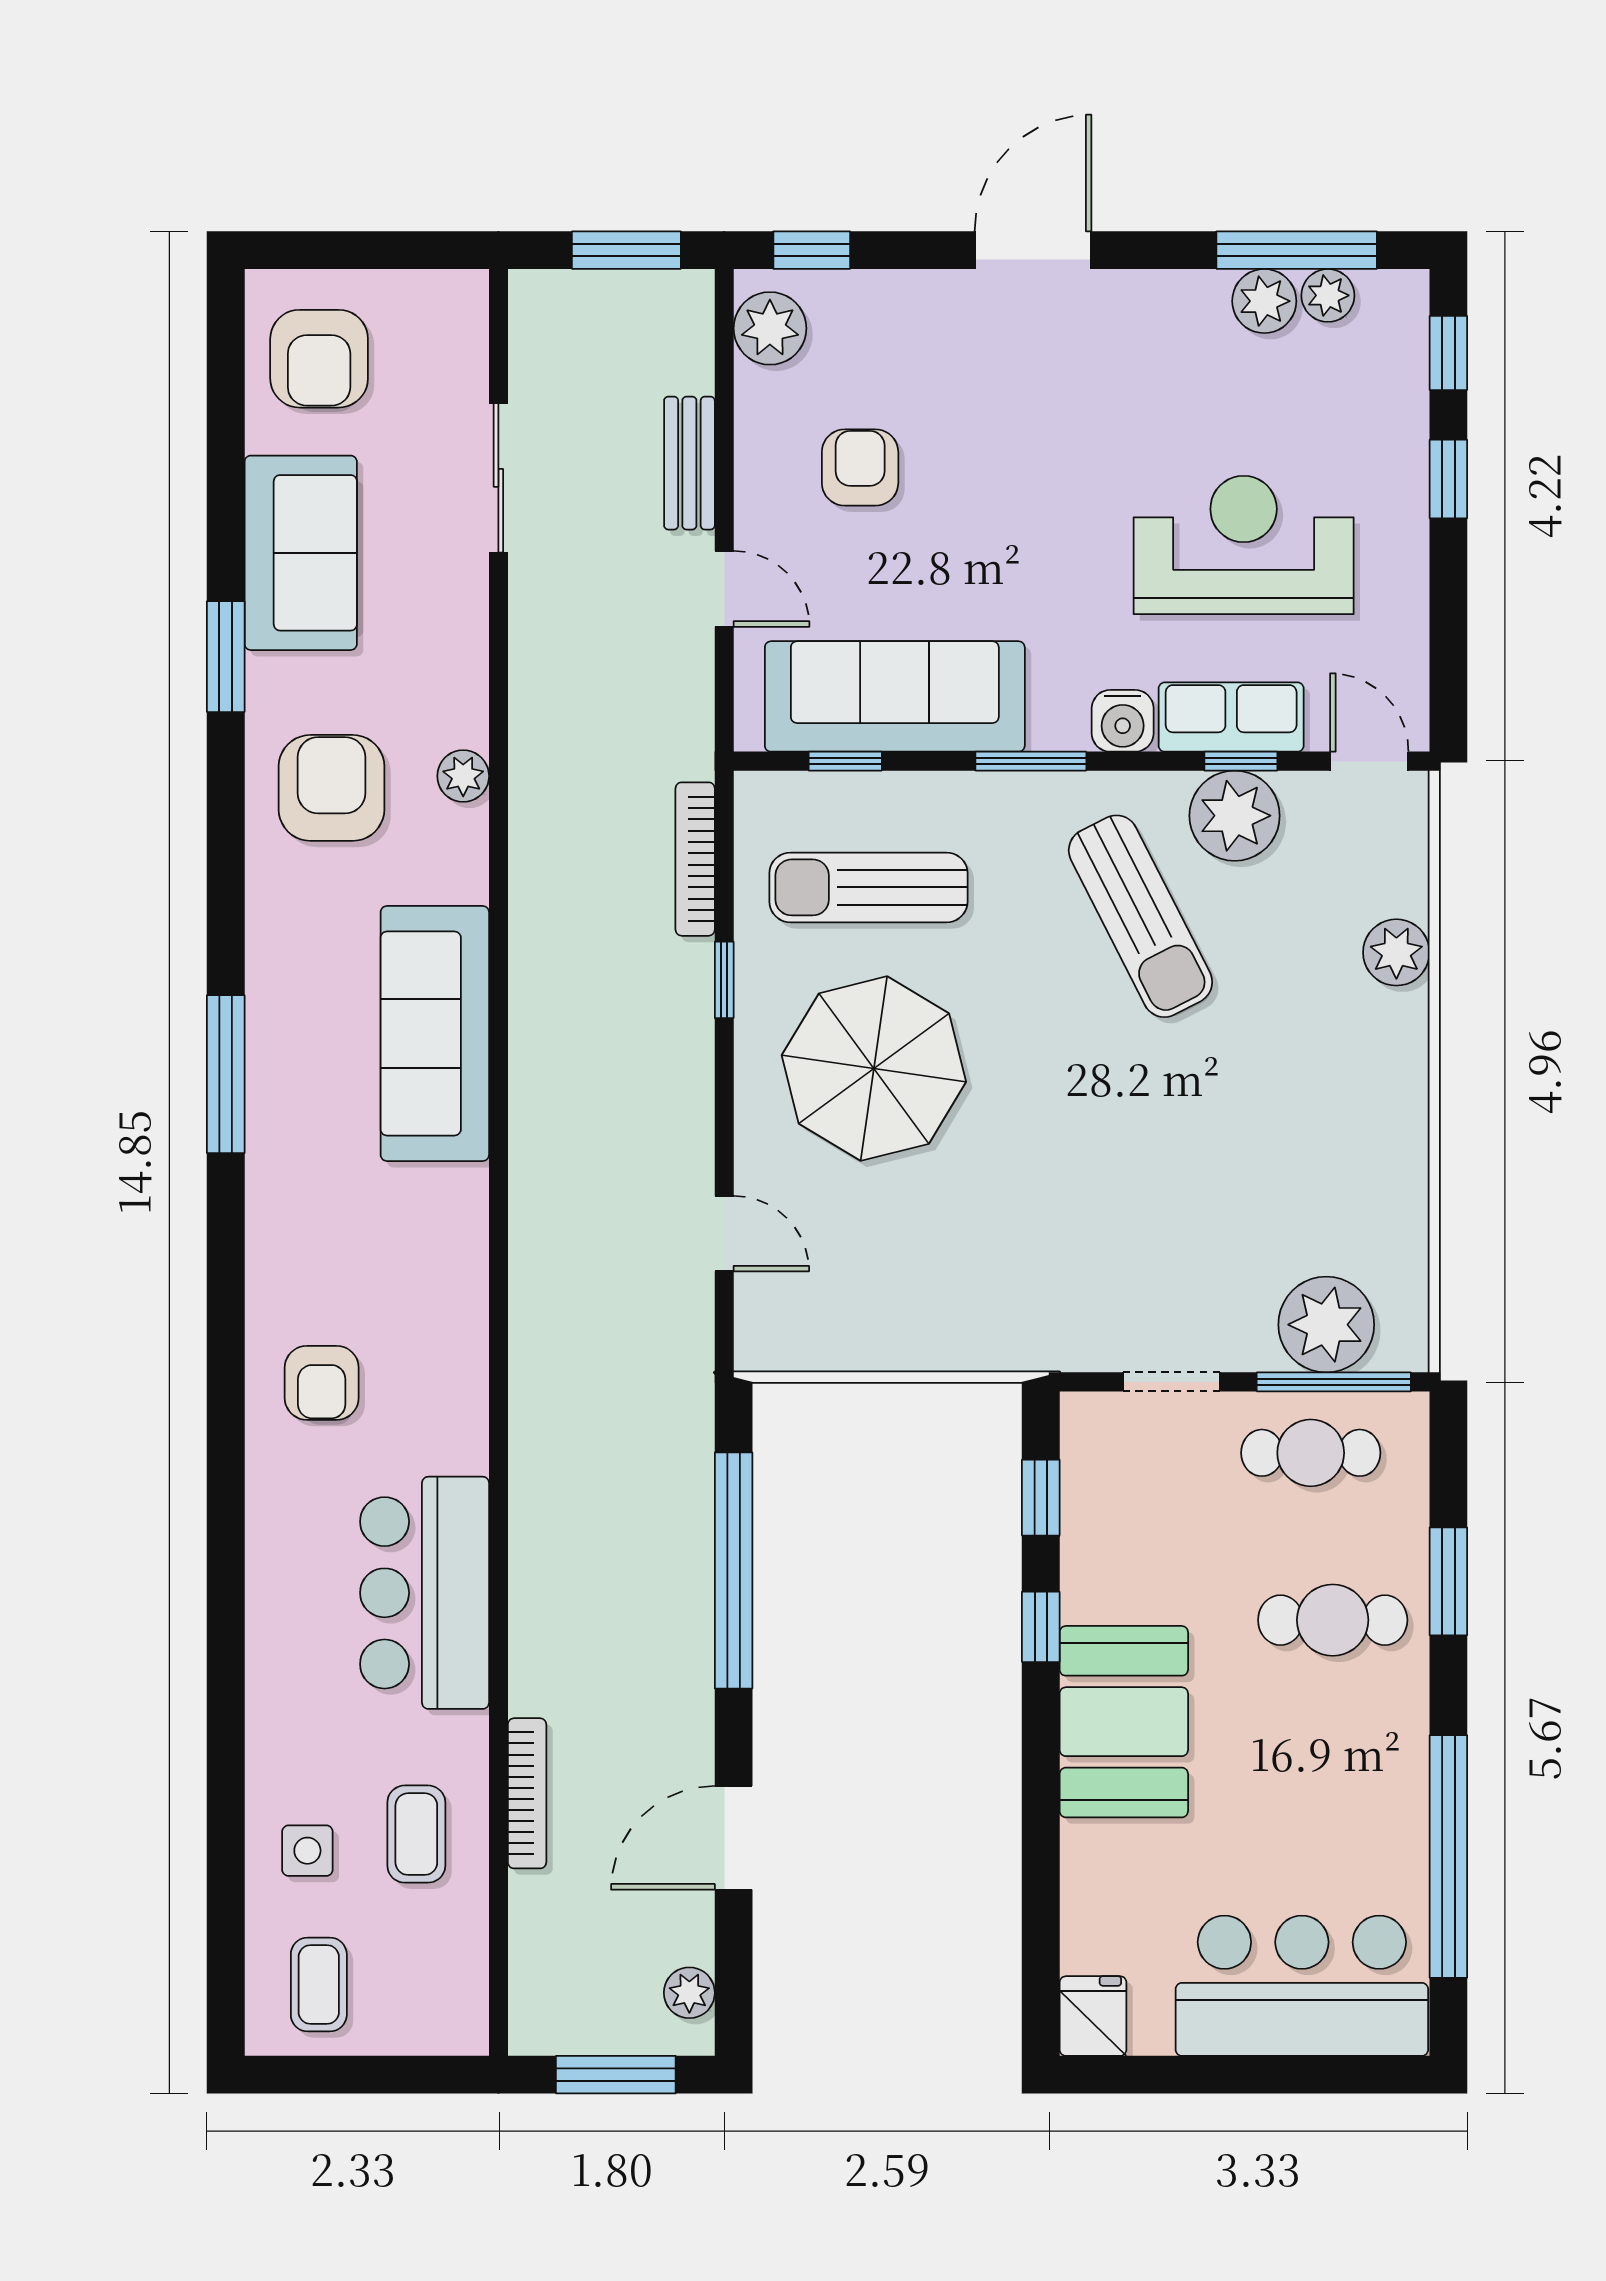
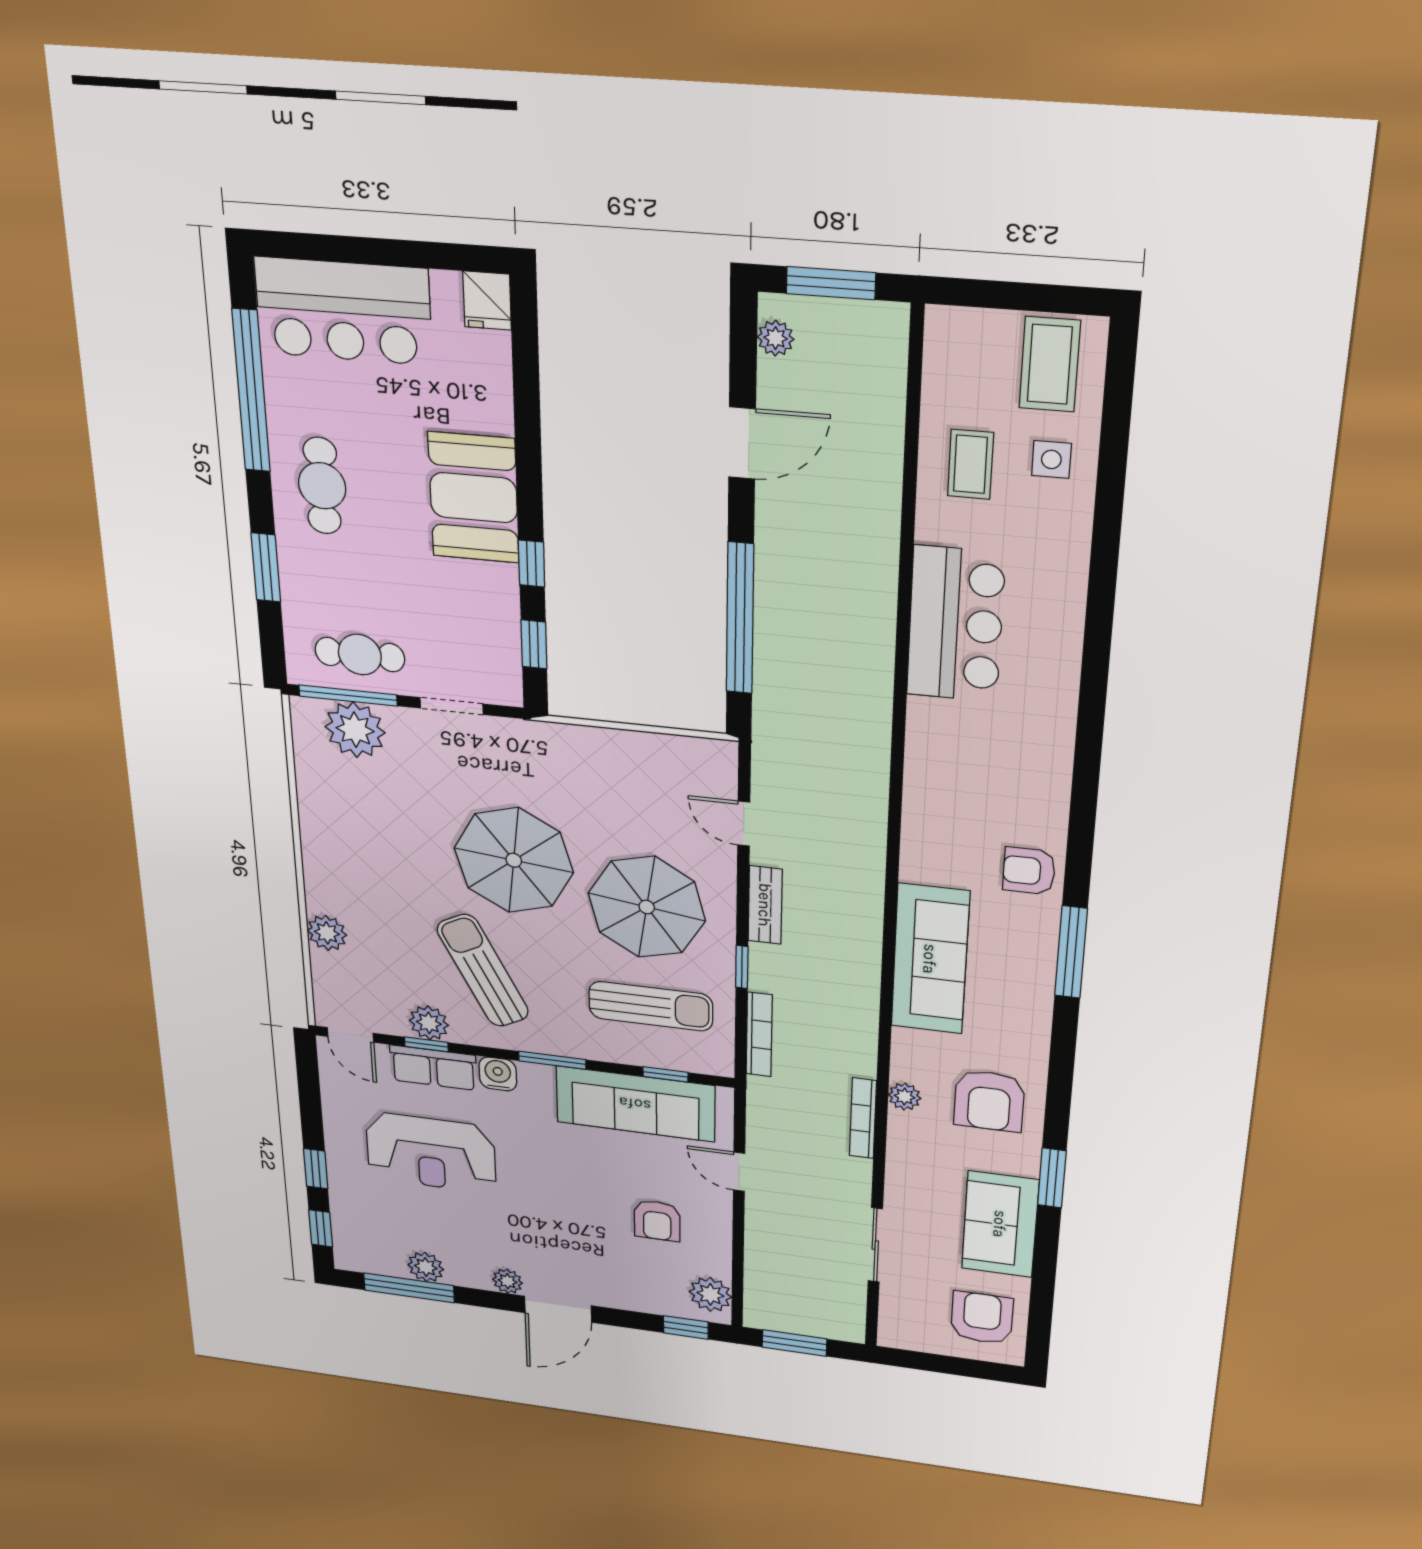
plant: (1328, 295) -> (507, 1281), moved
bench: (689, 463) -> (765, 905), moved
plant: (1235, 816) -> (429, 1023), width x0.73, depth x0.73
parasol: (1083, 1125) -> (514, 860), added
armchair: (322, 1383) -> (1029, 871), moved, turned -90
cafe table: (1333, 1620) -> (322, 486), moved, turned 90
bookcase: (527, 1793) -> (863, 1118), moved
coffee table: (319, 1985) -> (1050, 364), width x1.36, depth x1.30

